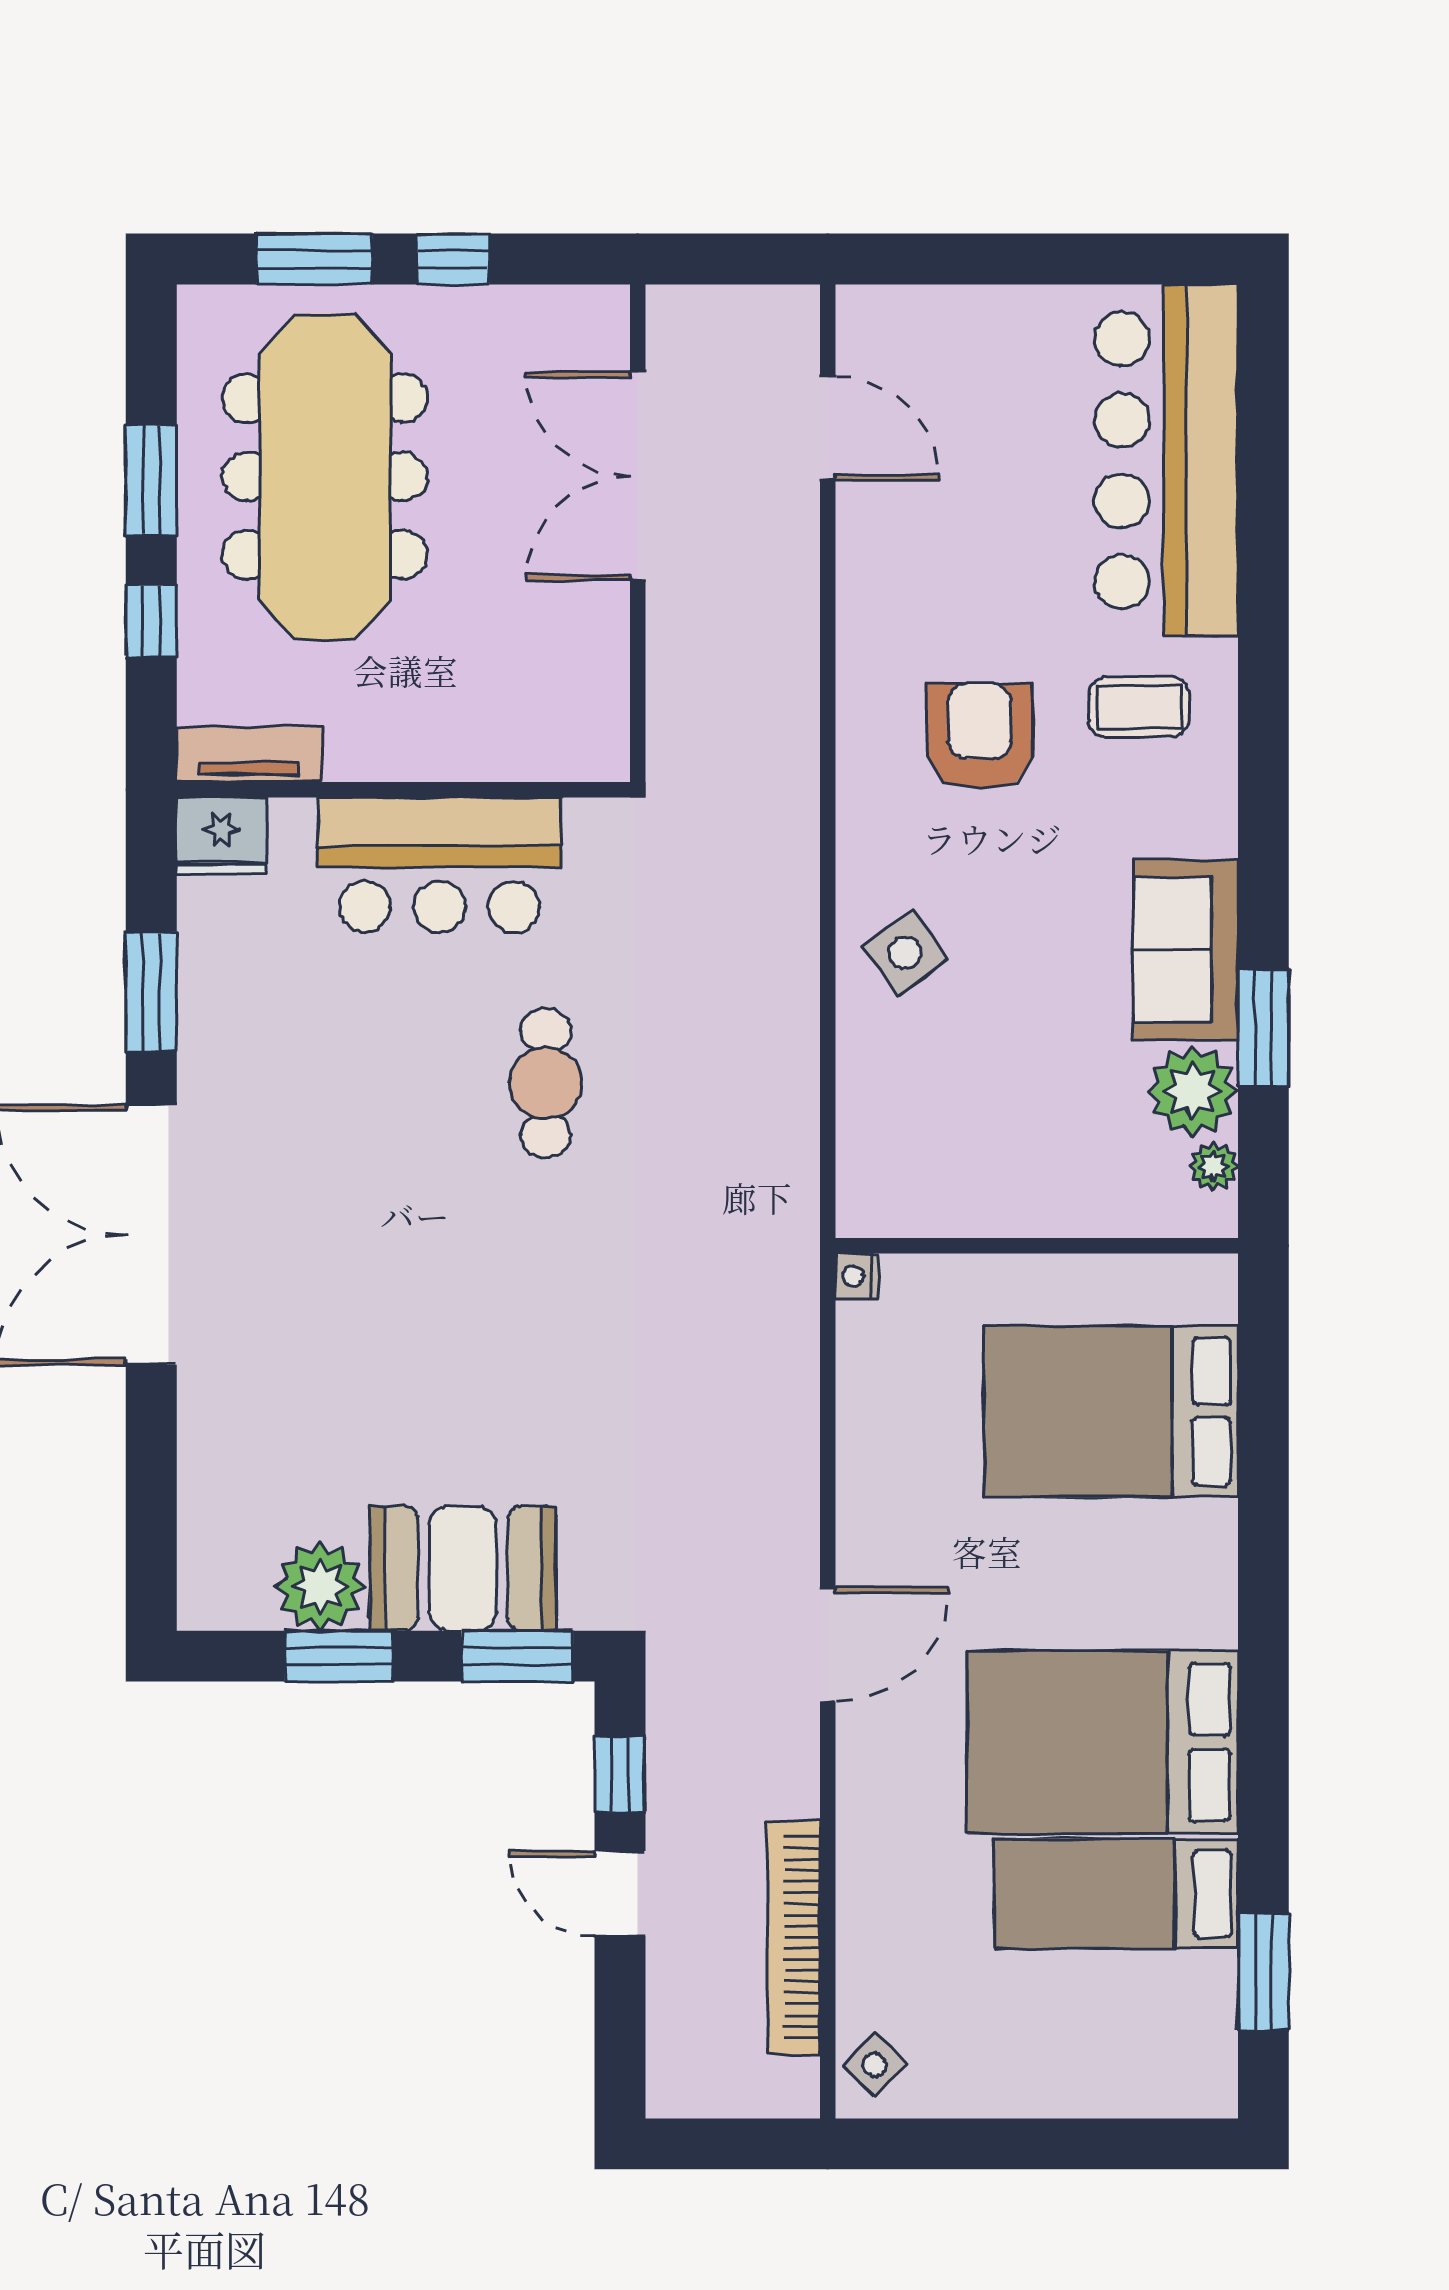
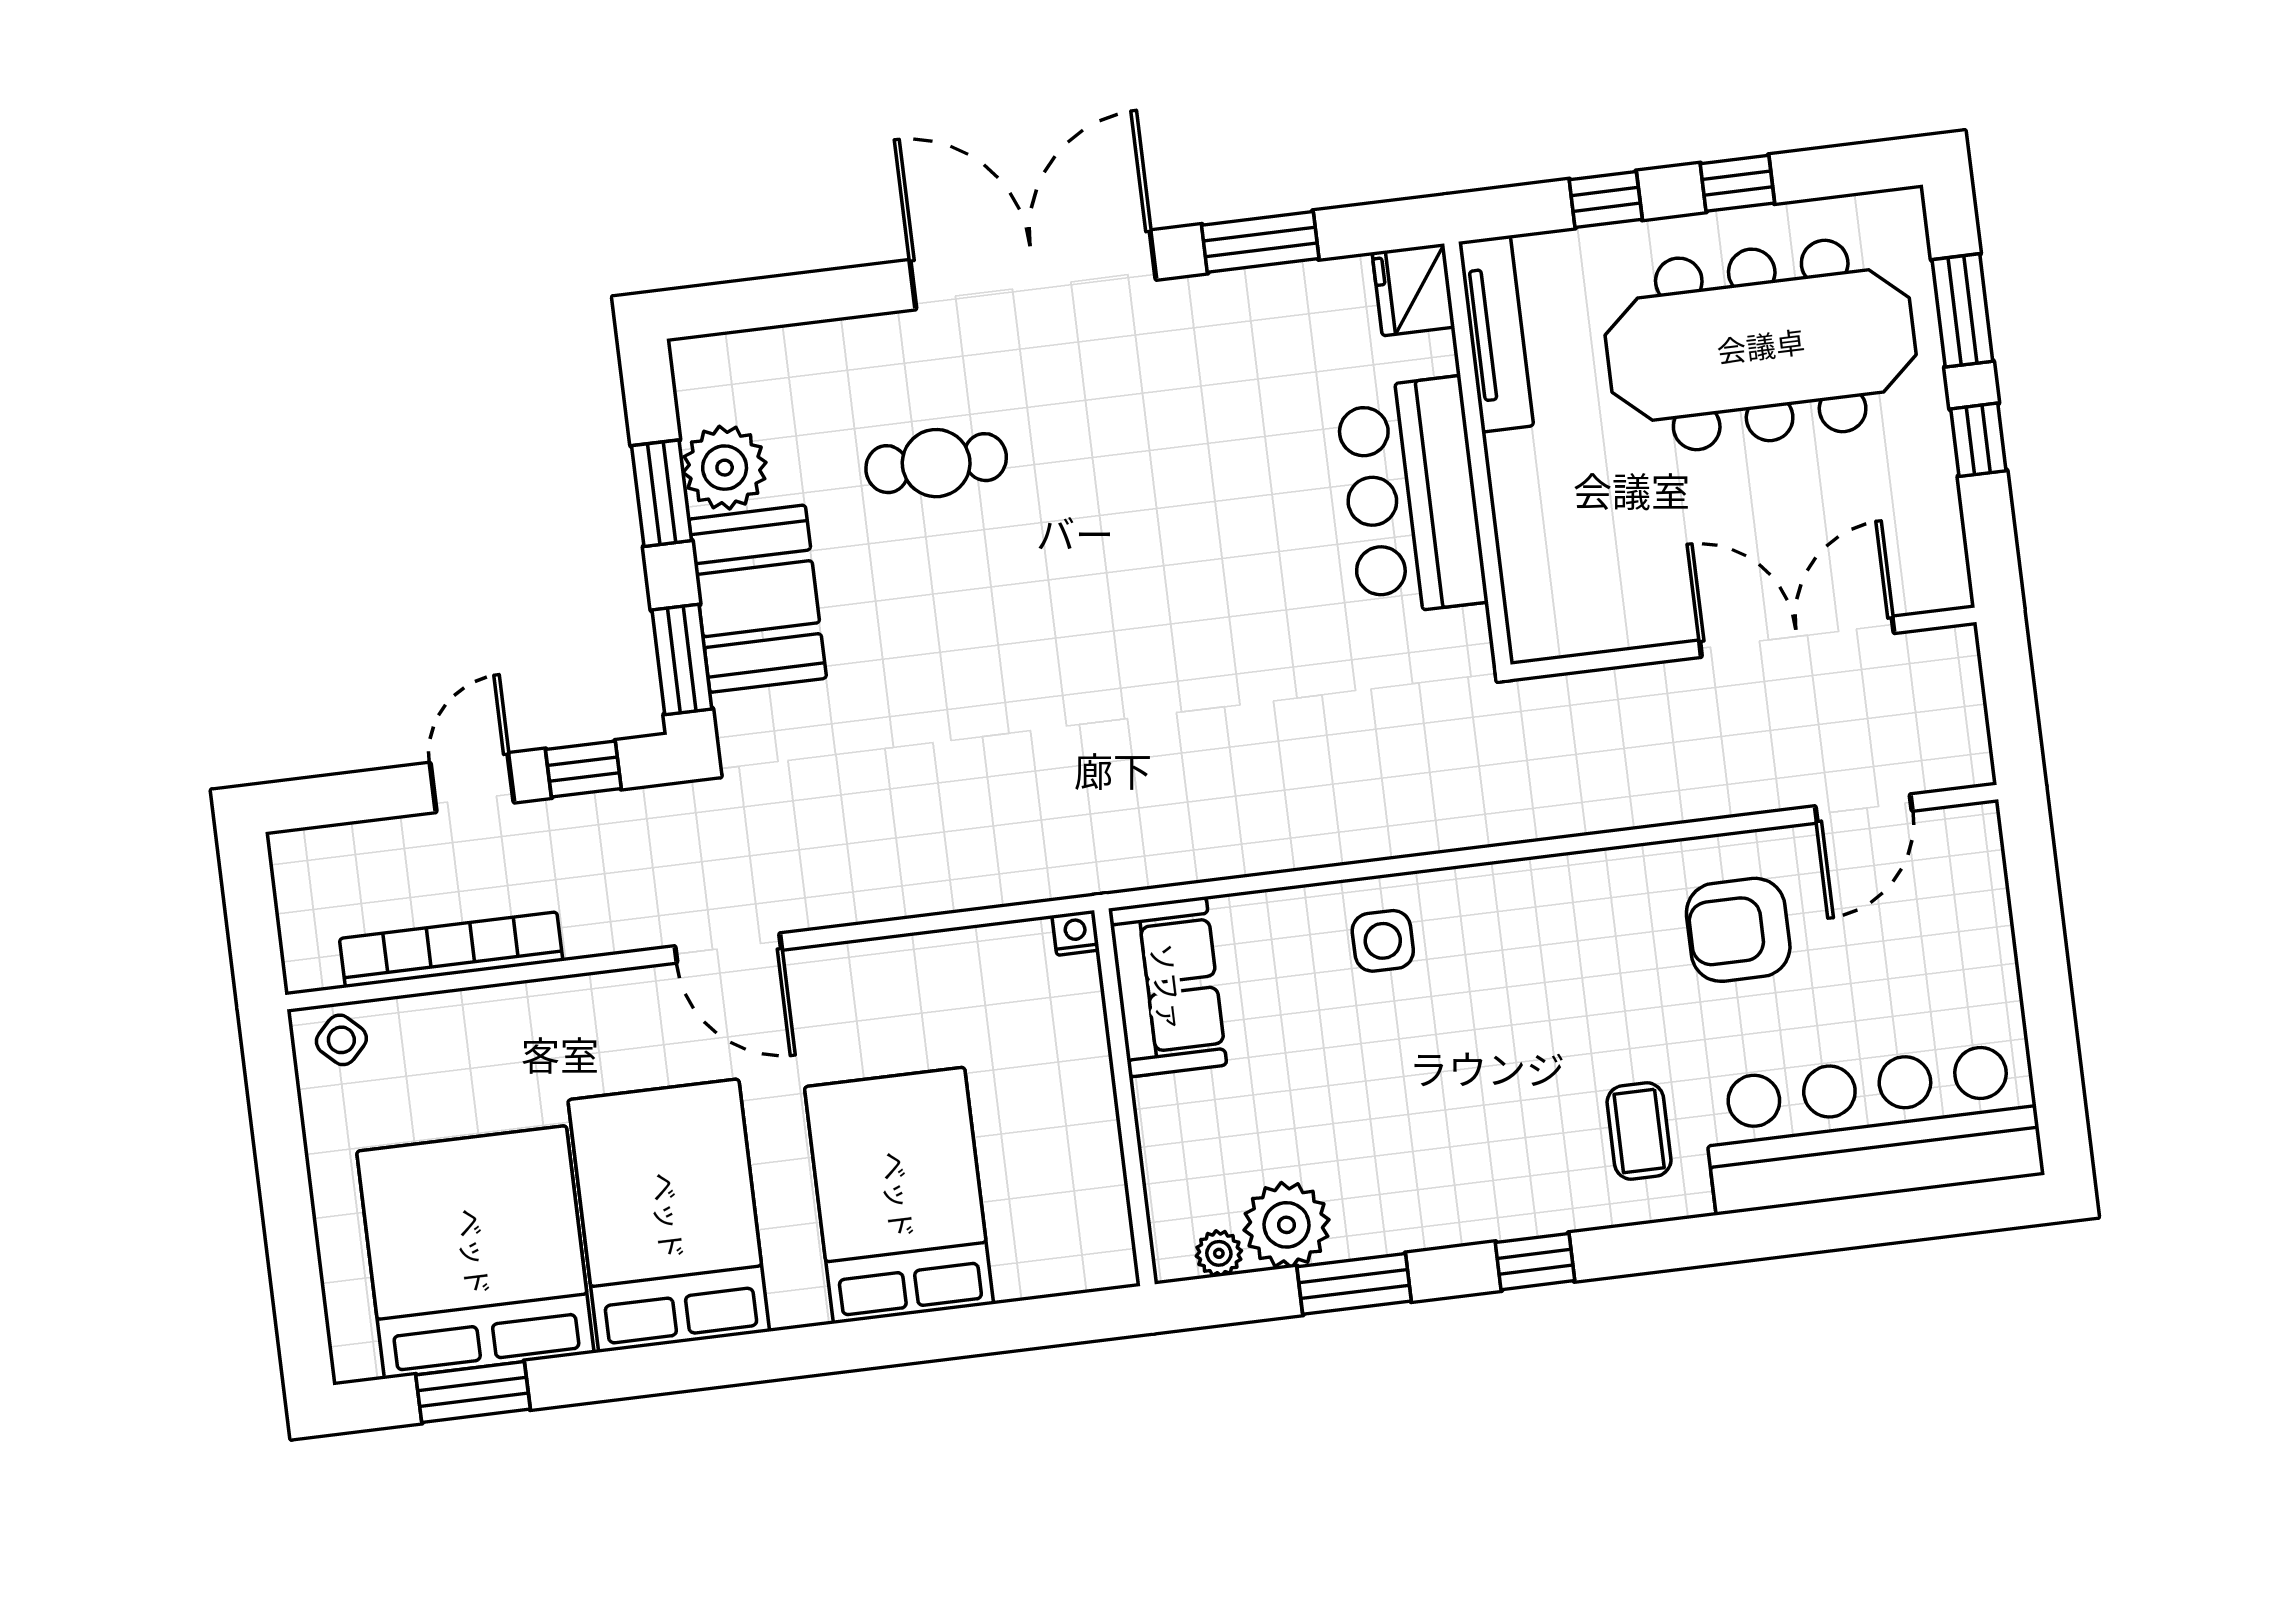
window: (151, 480) -> (1737, 183), width x0.67
armchair: (980, 736) -> (1738, 930), moved, turned 180
tv unit: (249, 754) -> (1496, 334), width x1.41
window: (1263, 834) -> (1535, 1262), added
sofa: (1186, 950) -> (1168, 987), moved, turned 90
side table: (905, 953) -> (1383, 941), turned 36
cafe table: (546, 1083) -> (936, 463), moved
bed: (1111, 1411) -> (899, 1195), moved
bed: (1116, 1894) -> (475, 1252), width x2.04

